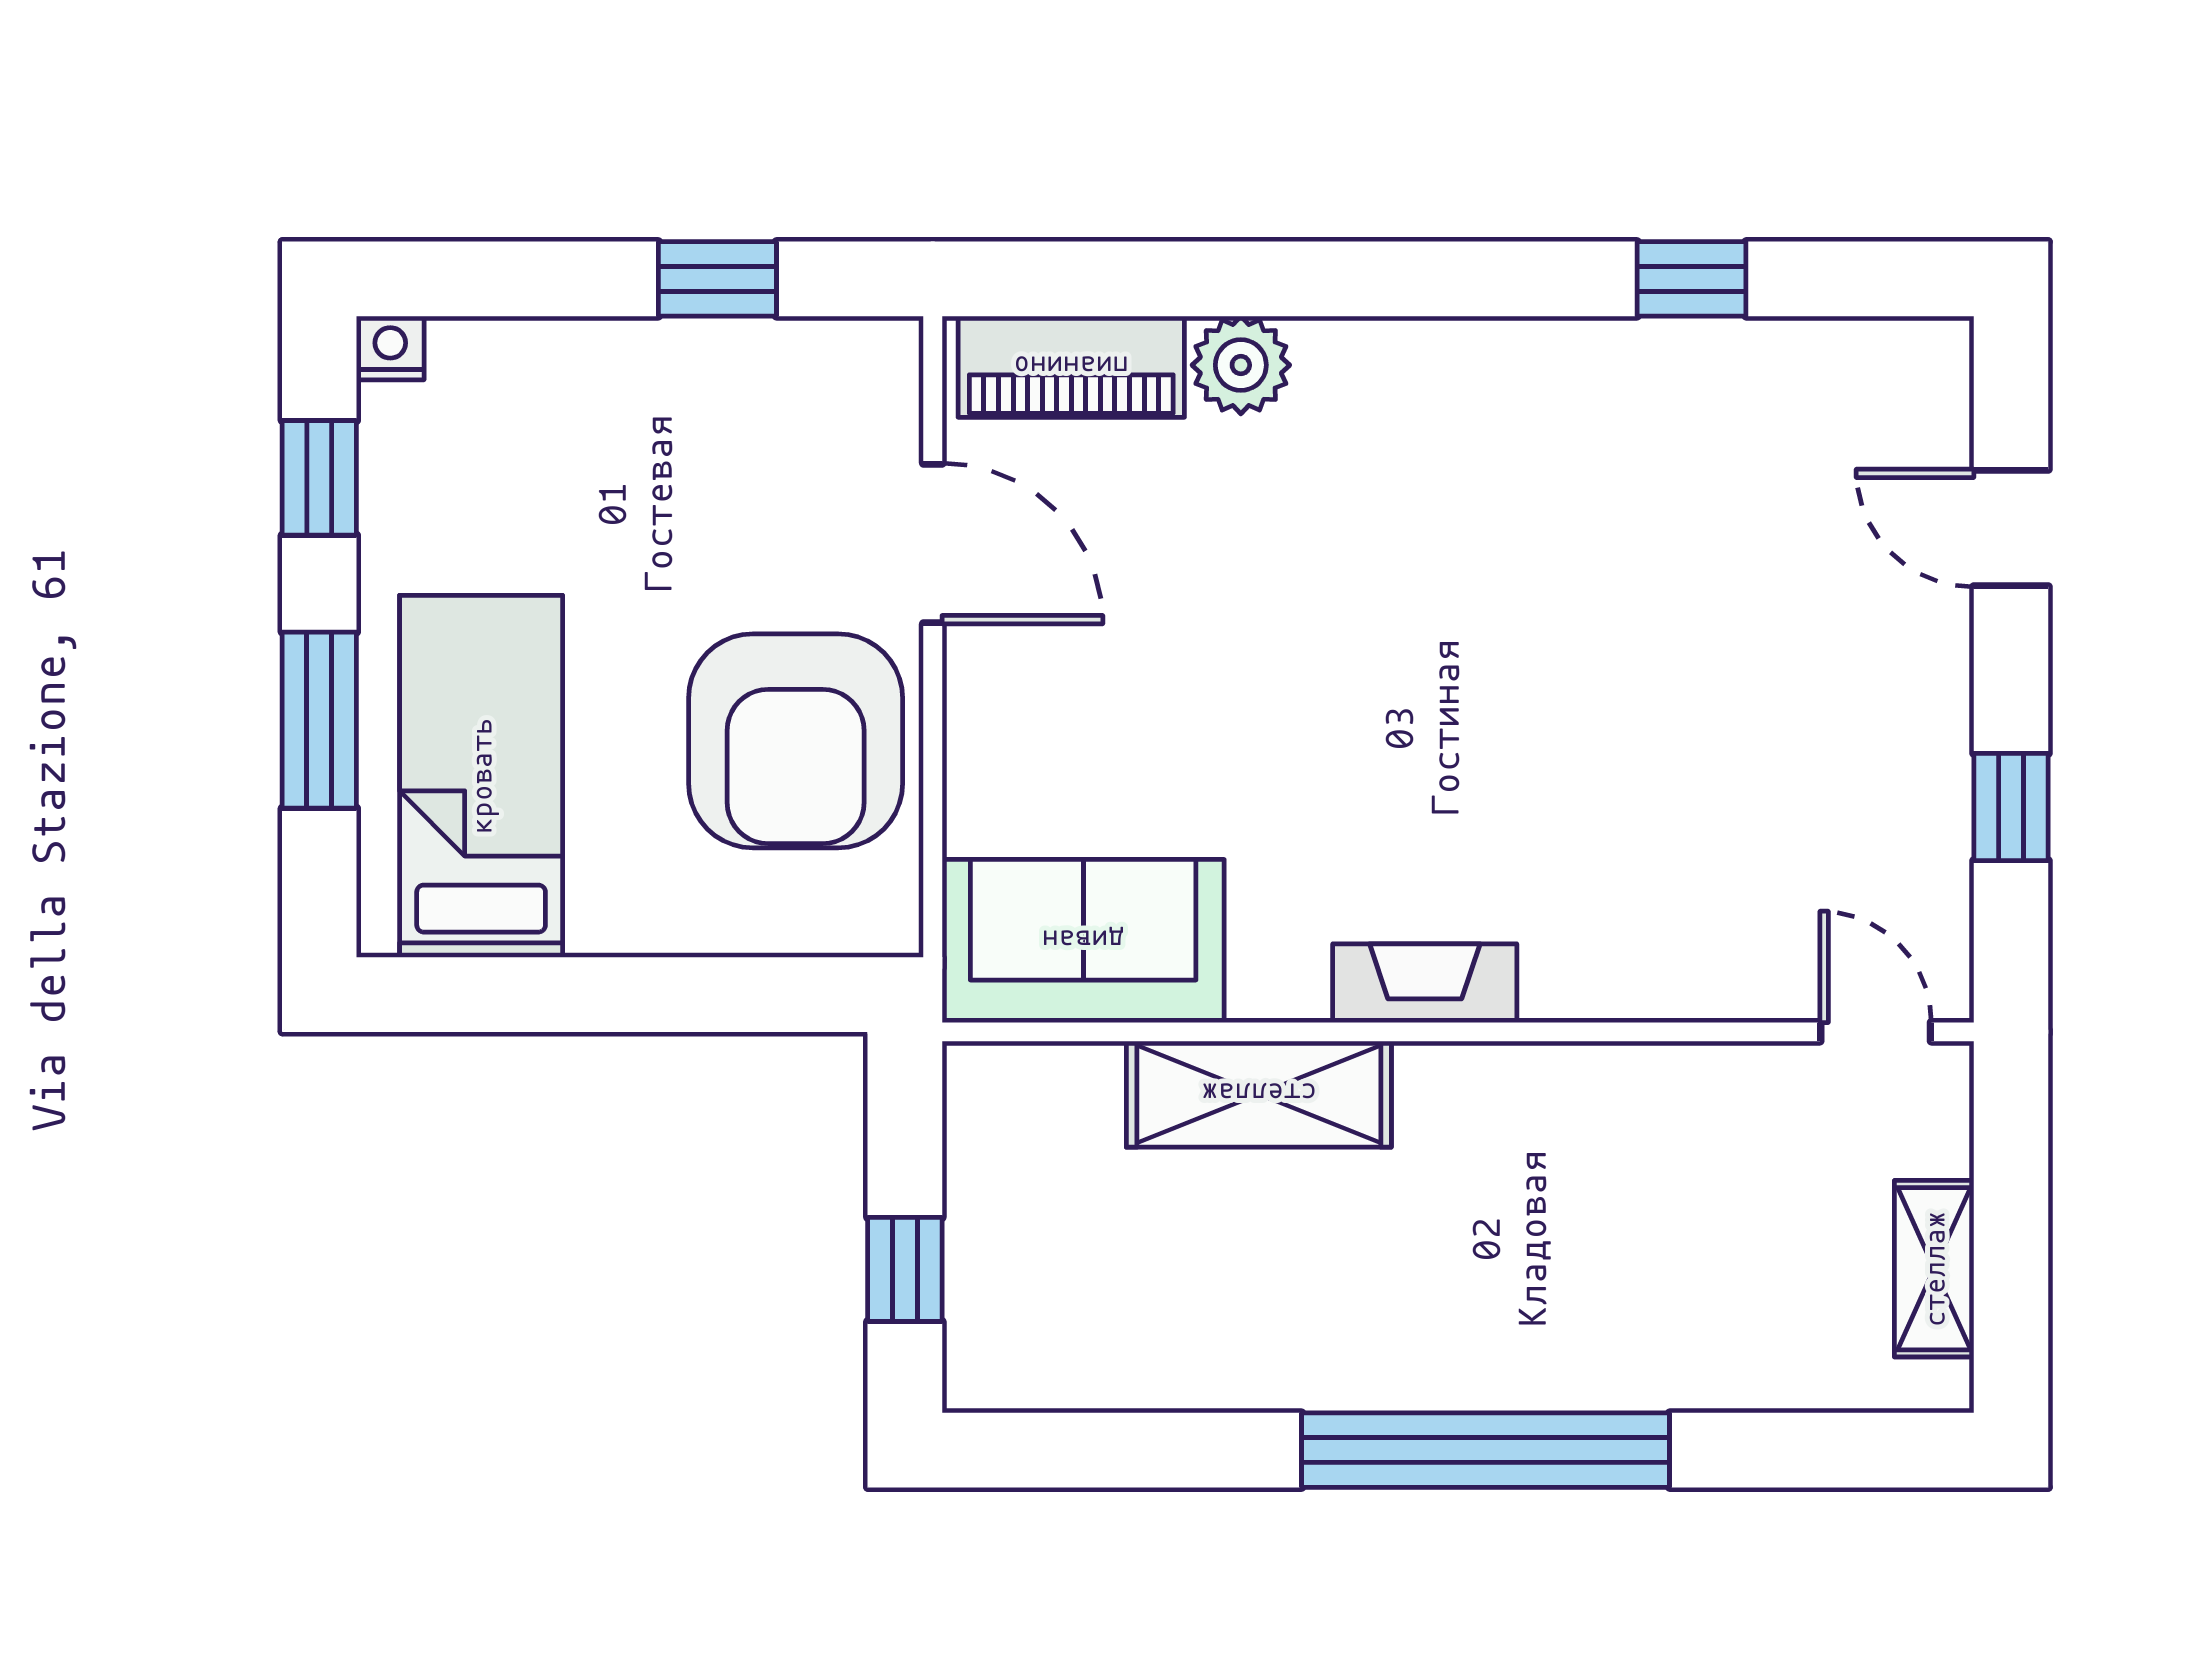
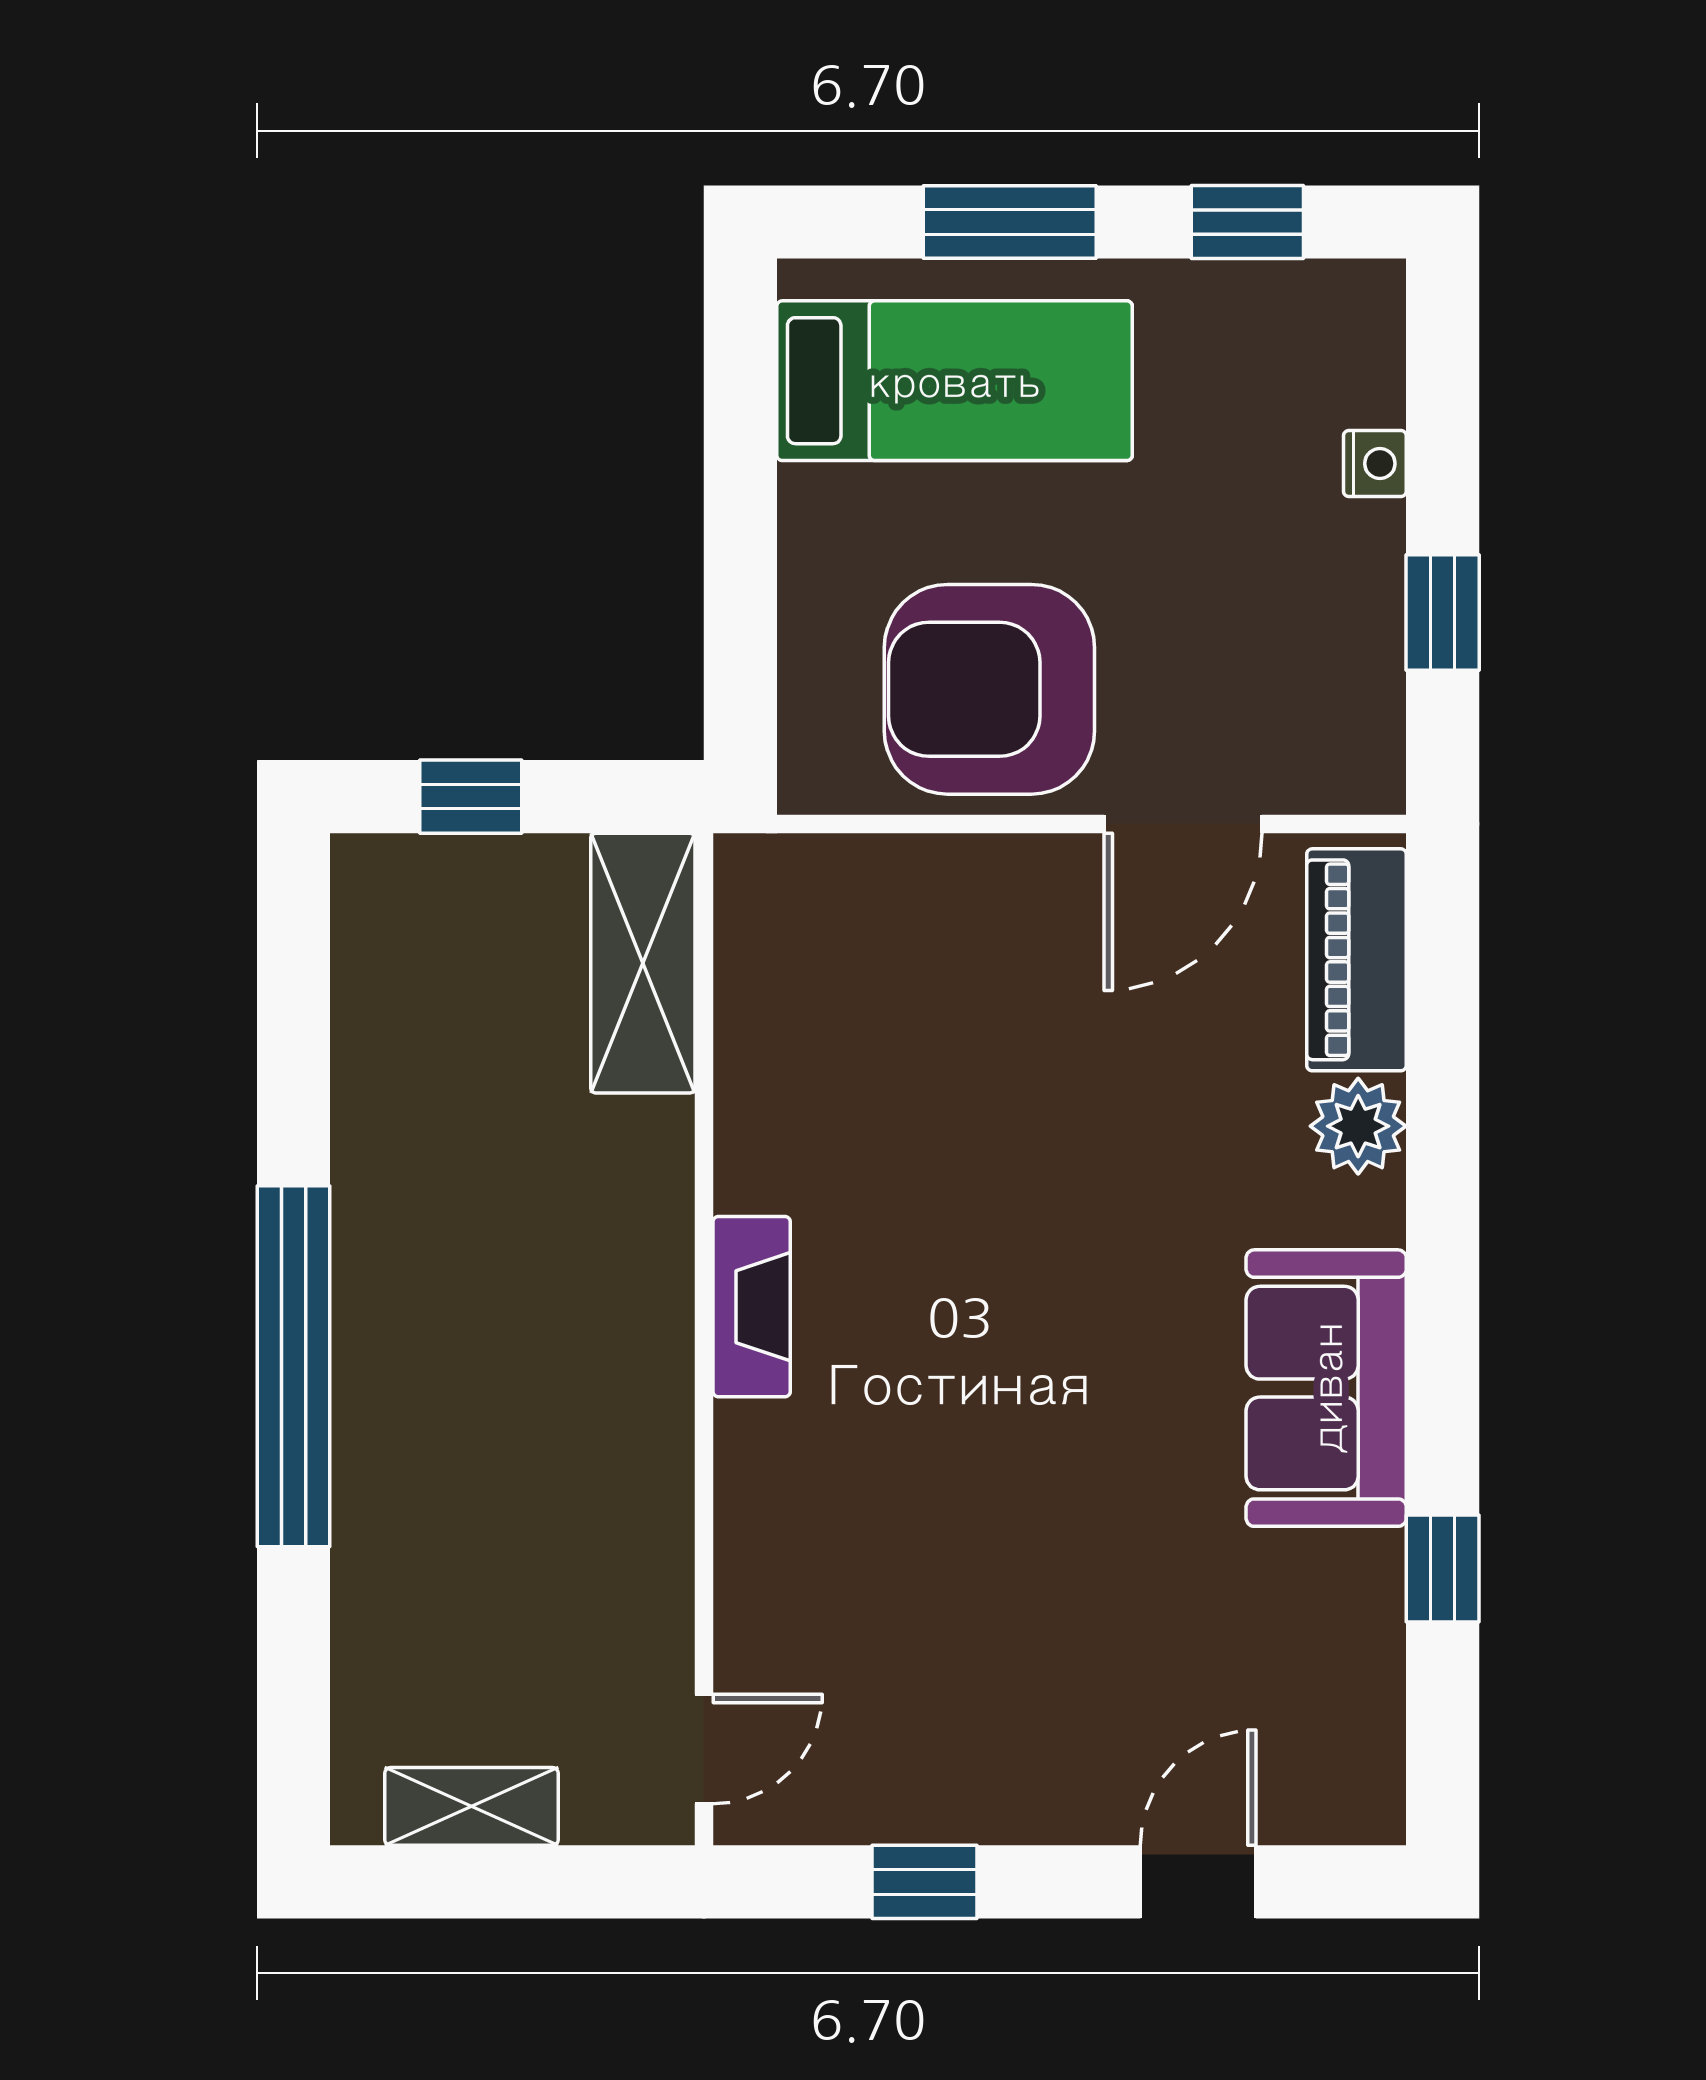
nightstand: (390, 348) -> (1375, 464), moved
sofa: (1083, 941) -> (1326, 1388), moved, turned 180
shelving: (1259, 1094) -> (643, 963), moved

